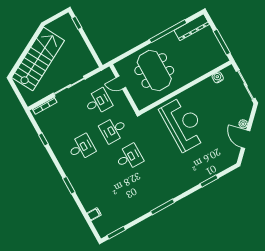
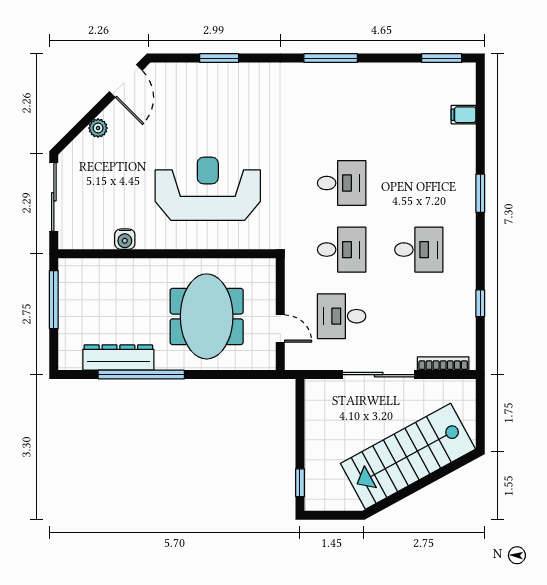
dresser: (192, 27) -> (118, 357), moved
water cooler: (218, 77) -> (125, 239), moved
reception desk: (183, 124) -> (208, 189), turned 90
door: (246, 139) -> (126, 81), moved
desk: (81, 148) -> (419, 250), turned 180
desk: (129, 157) -> (342, 183), turned 180

